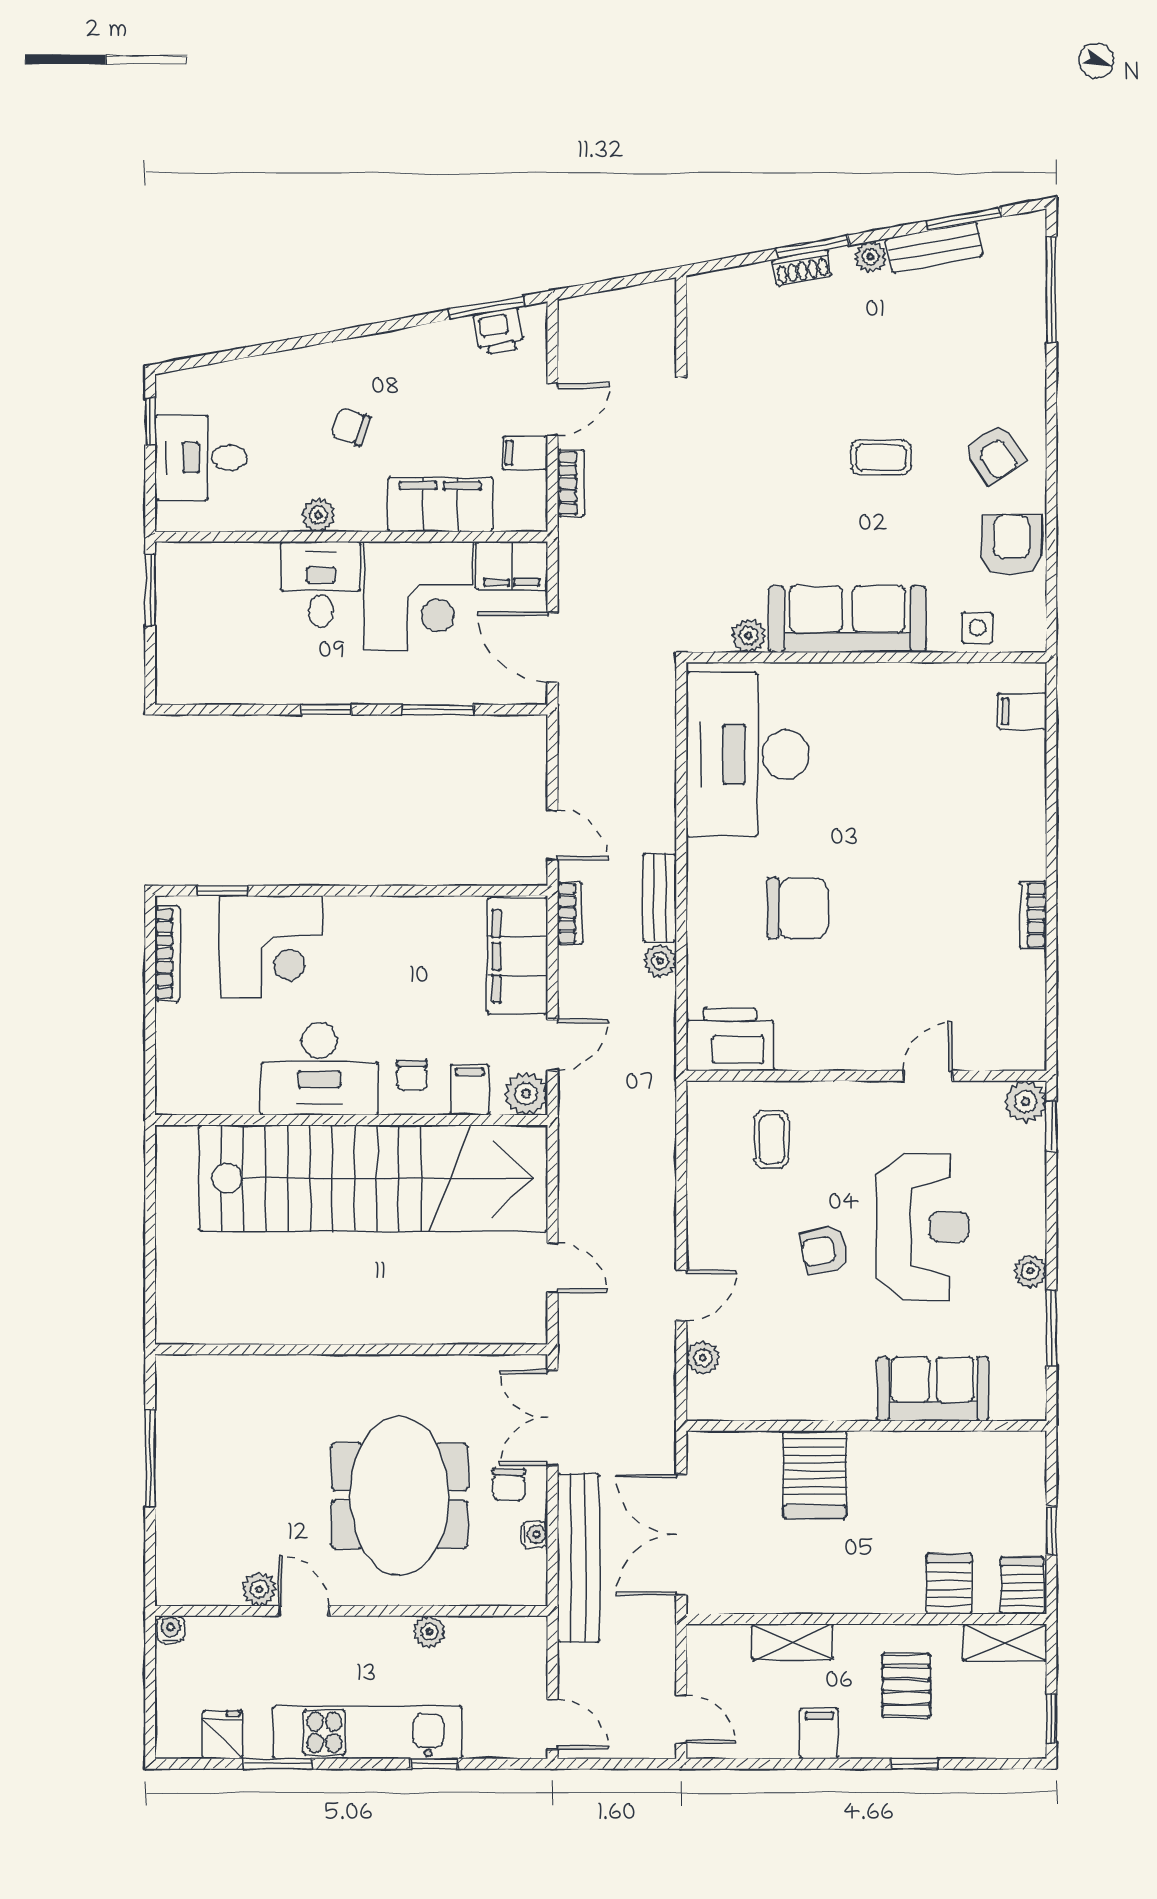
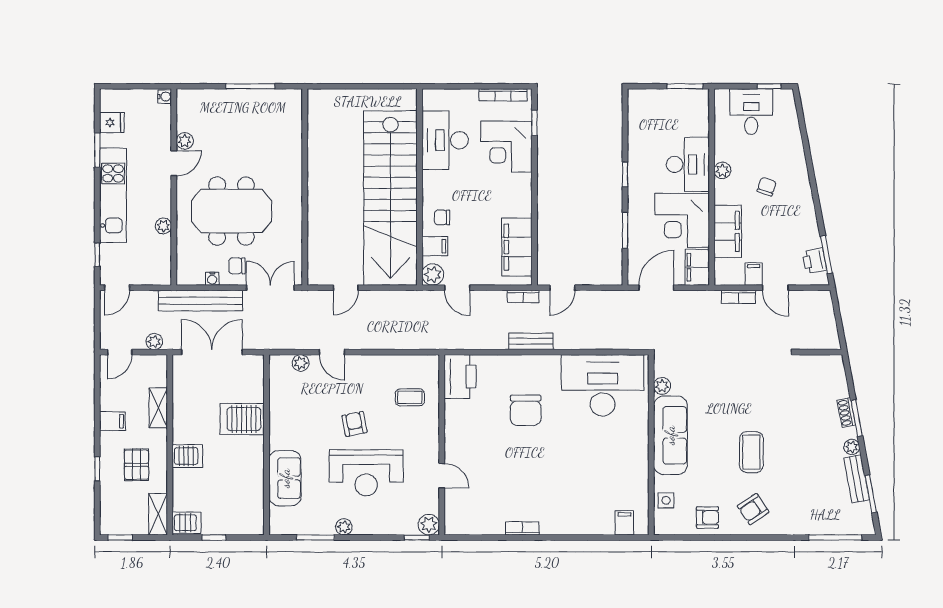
coffee table: (881, 457) -> (751, 452), width x1.36, depth x1.30
armchair: (1011, 545) -> (707, 517), width x0.72, depth x0.72
desk: (321, 584) -> (688, 164), width x1.37
filing cabinet: (518, 956) -> (517, 247), moved, turned -90
plant: (660, 961) -> (154, 342), moved
desk: (319, 1069) -> (445, 140), moved
server rack: (949, 1584) -> (187, 456), moved
pallet: (906, 1685) -> (137, 465), turned 90
window: (434, 1764) -> (97, 255), moved

